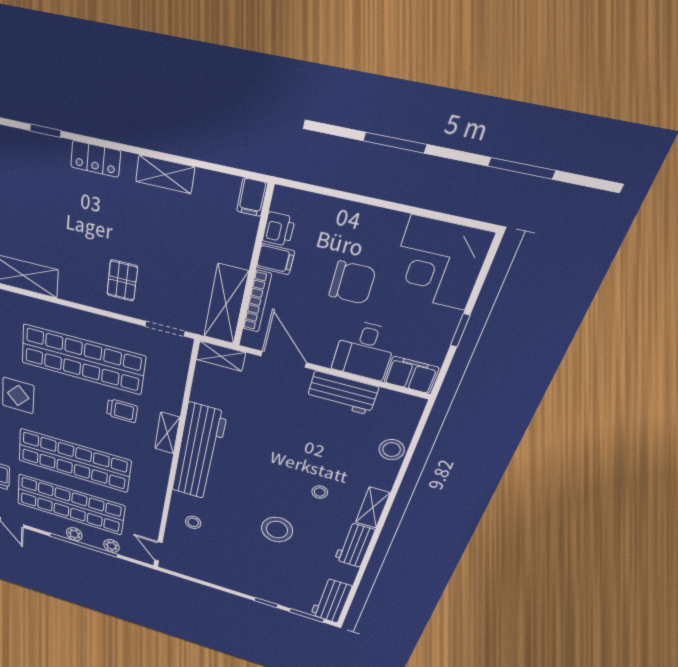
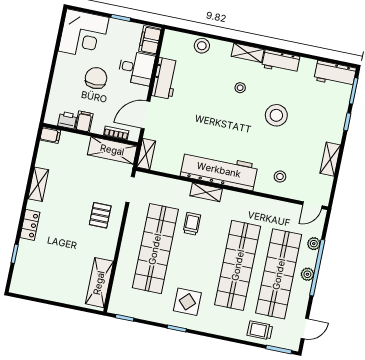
pallet: (122, 281) -> (100, 215), turned 90
bookcase: (257, 301) -> (116, 133), width x0.64
shelving: (218, 578) -> (330, 159), added

